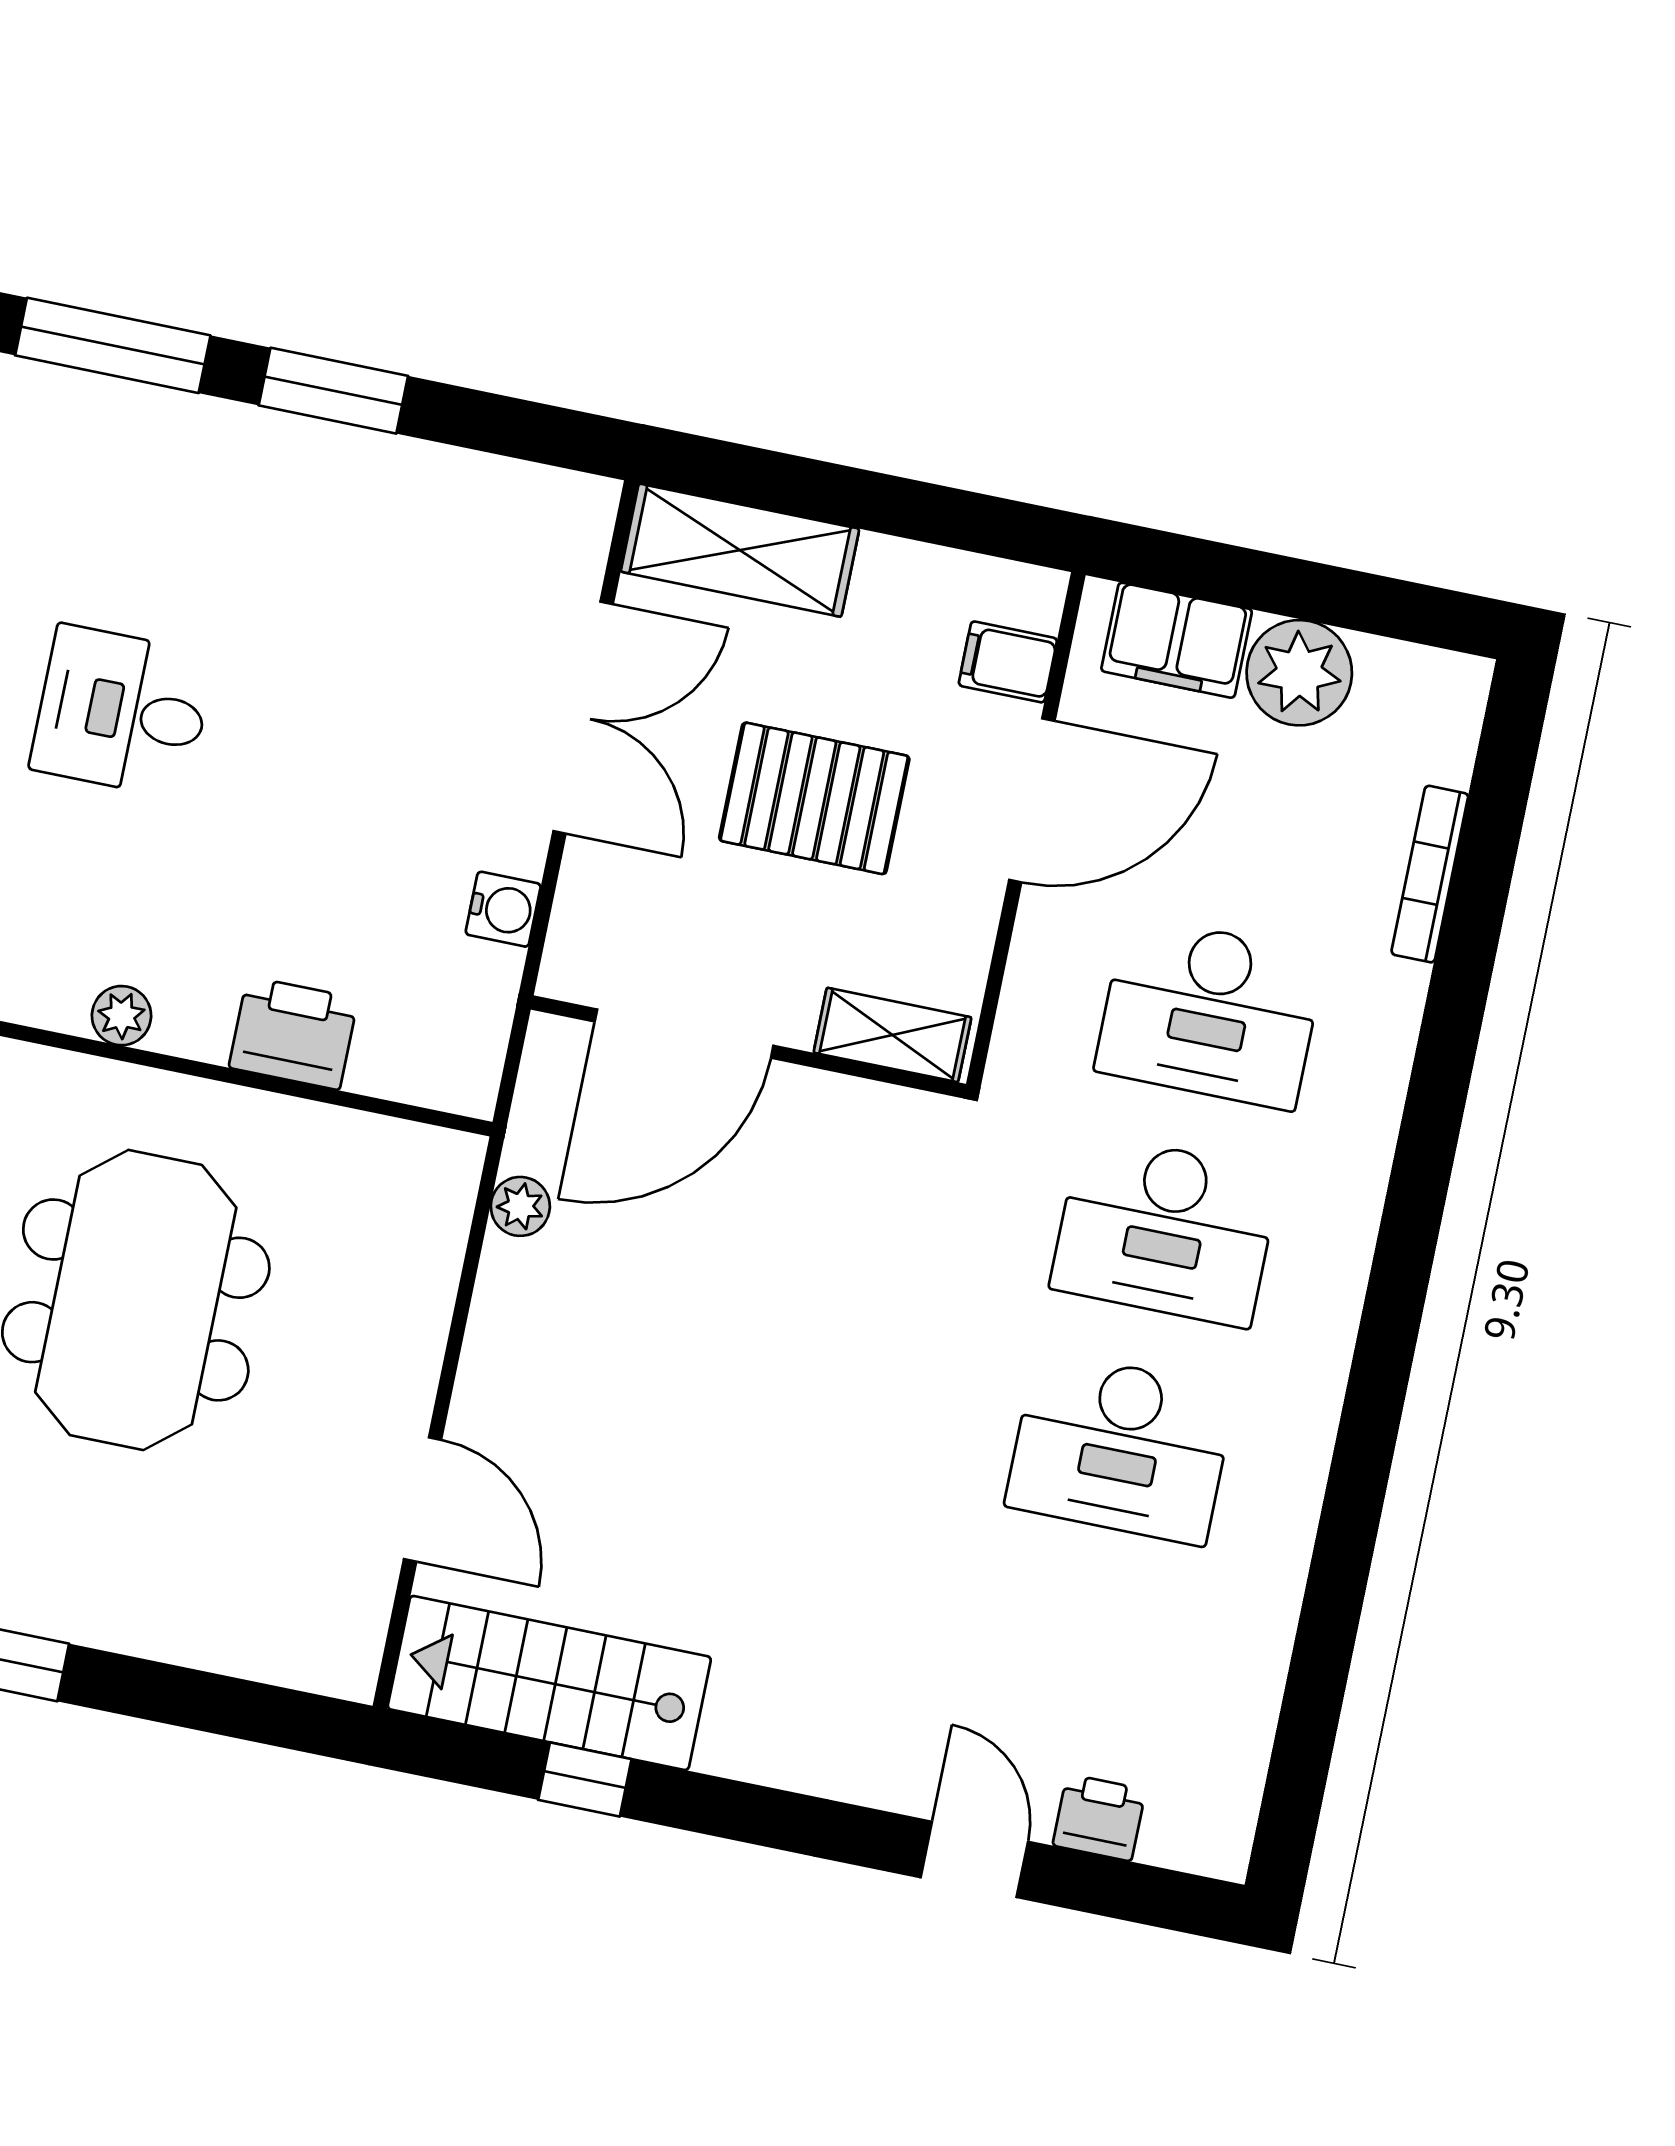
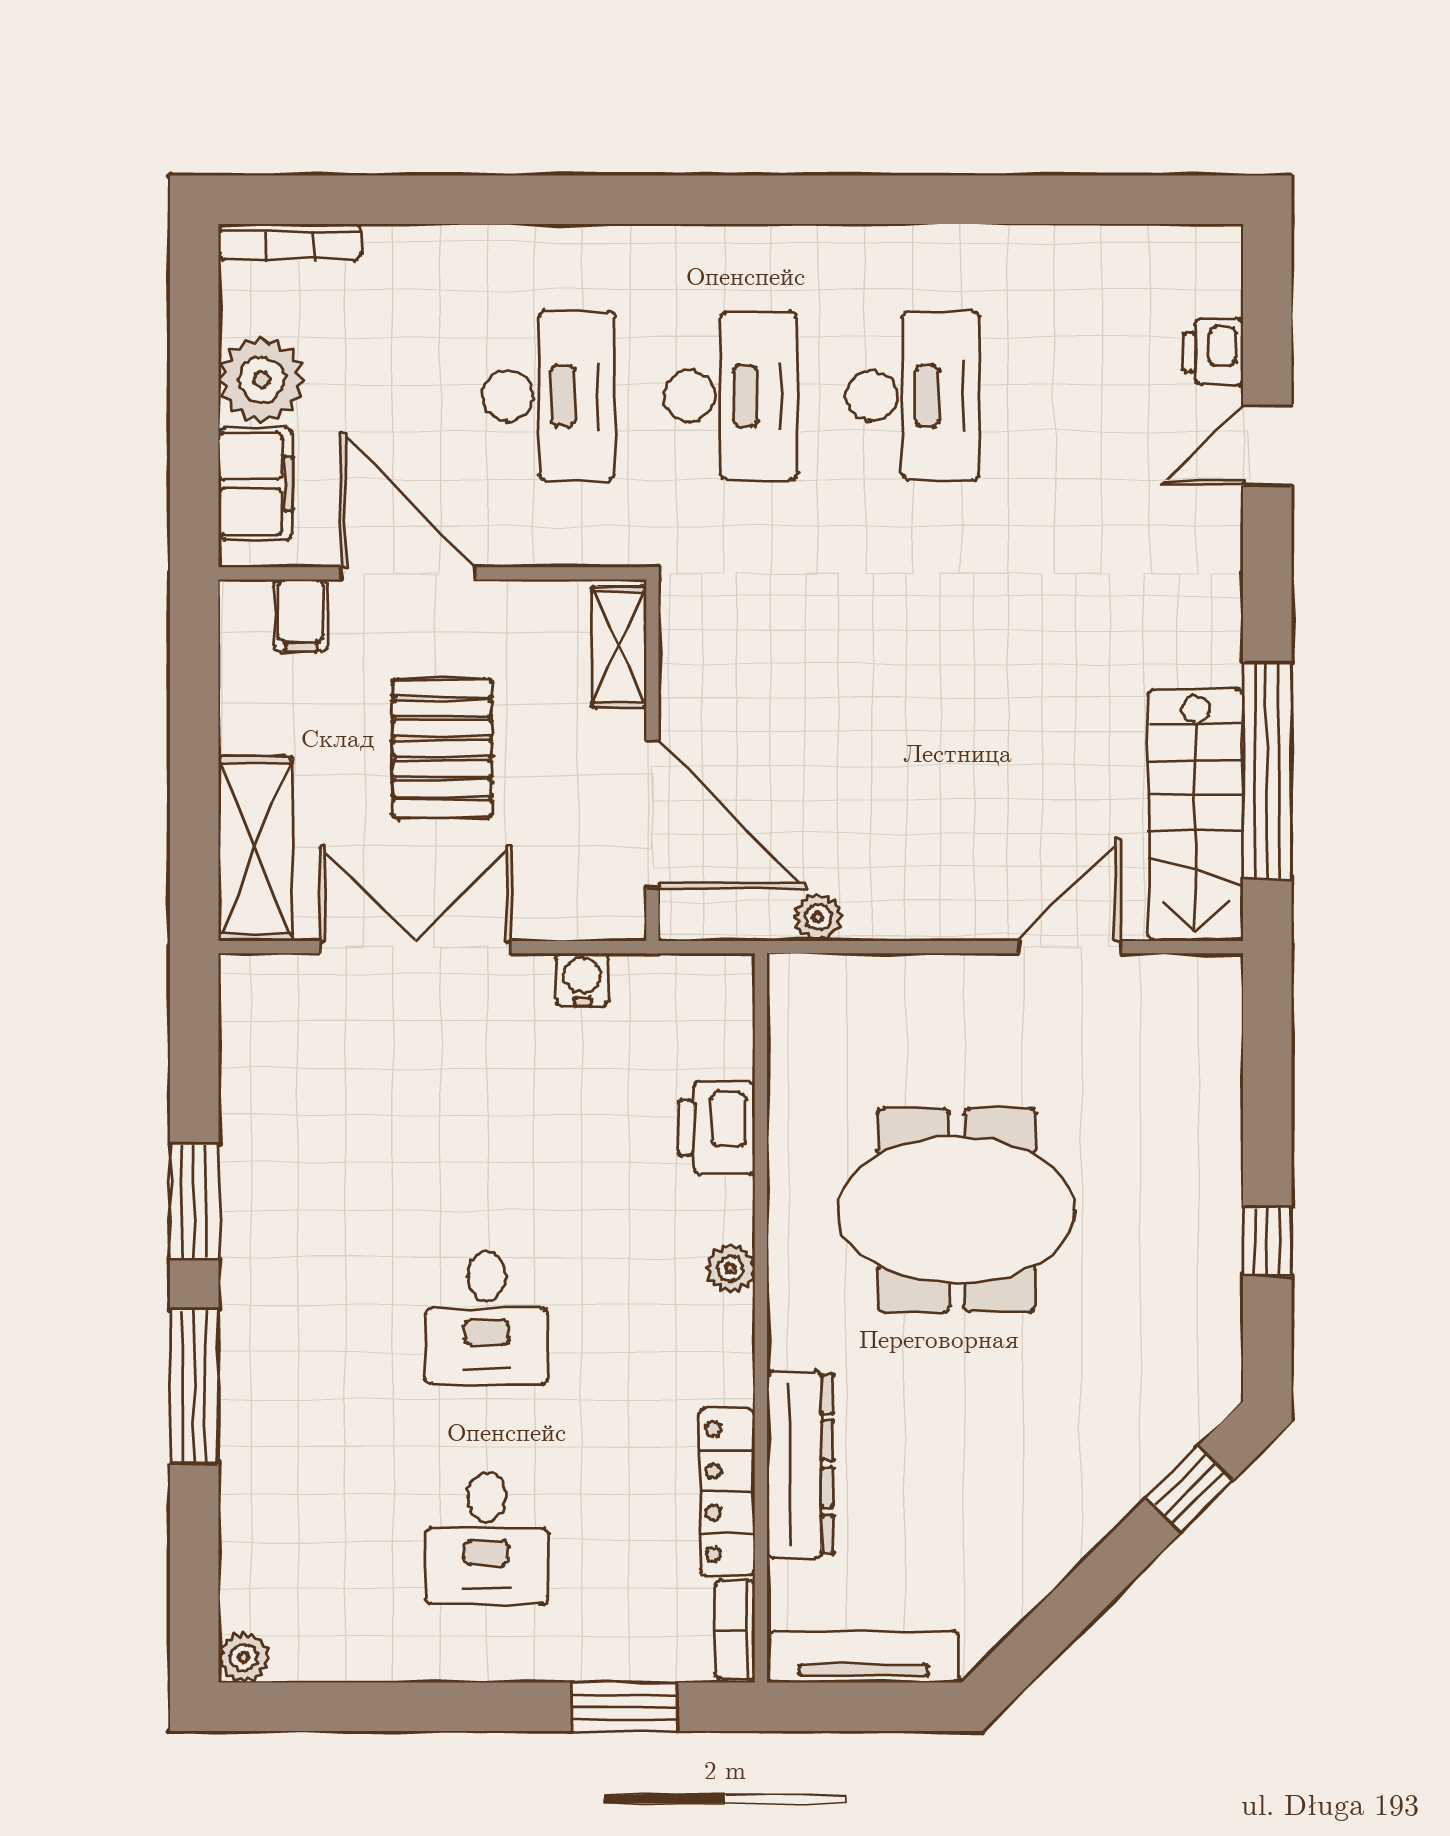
bookcase: (1430, 874) -> (290, 242), moved
window: (585, 1780) -> (1267, 771), width x3.17

